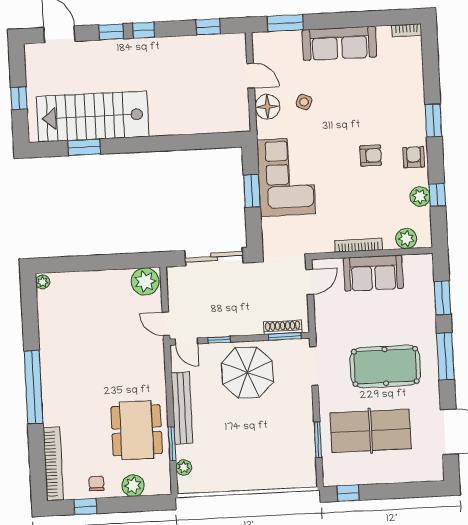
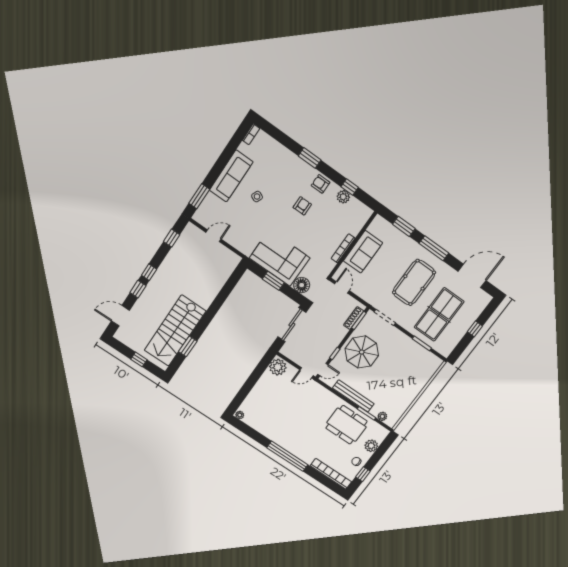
side table: (304, 102) -> (257, 197), moved
floor lamp: (267, 107) -> (302, 285), moved
plant: (406, 239) -> (359, 221), removed
window: (348, 493) -> (475, 329), moved

